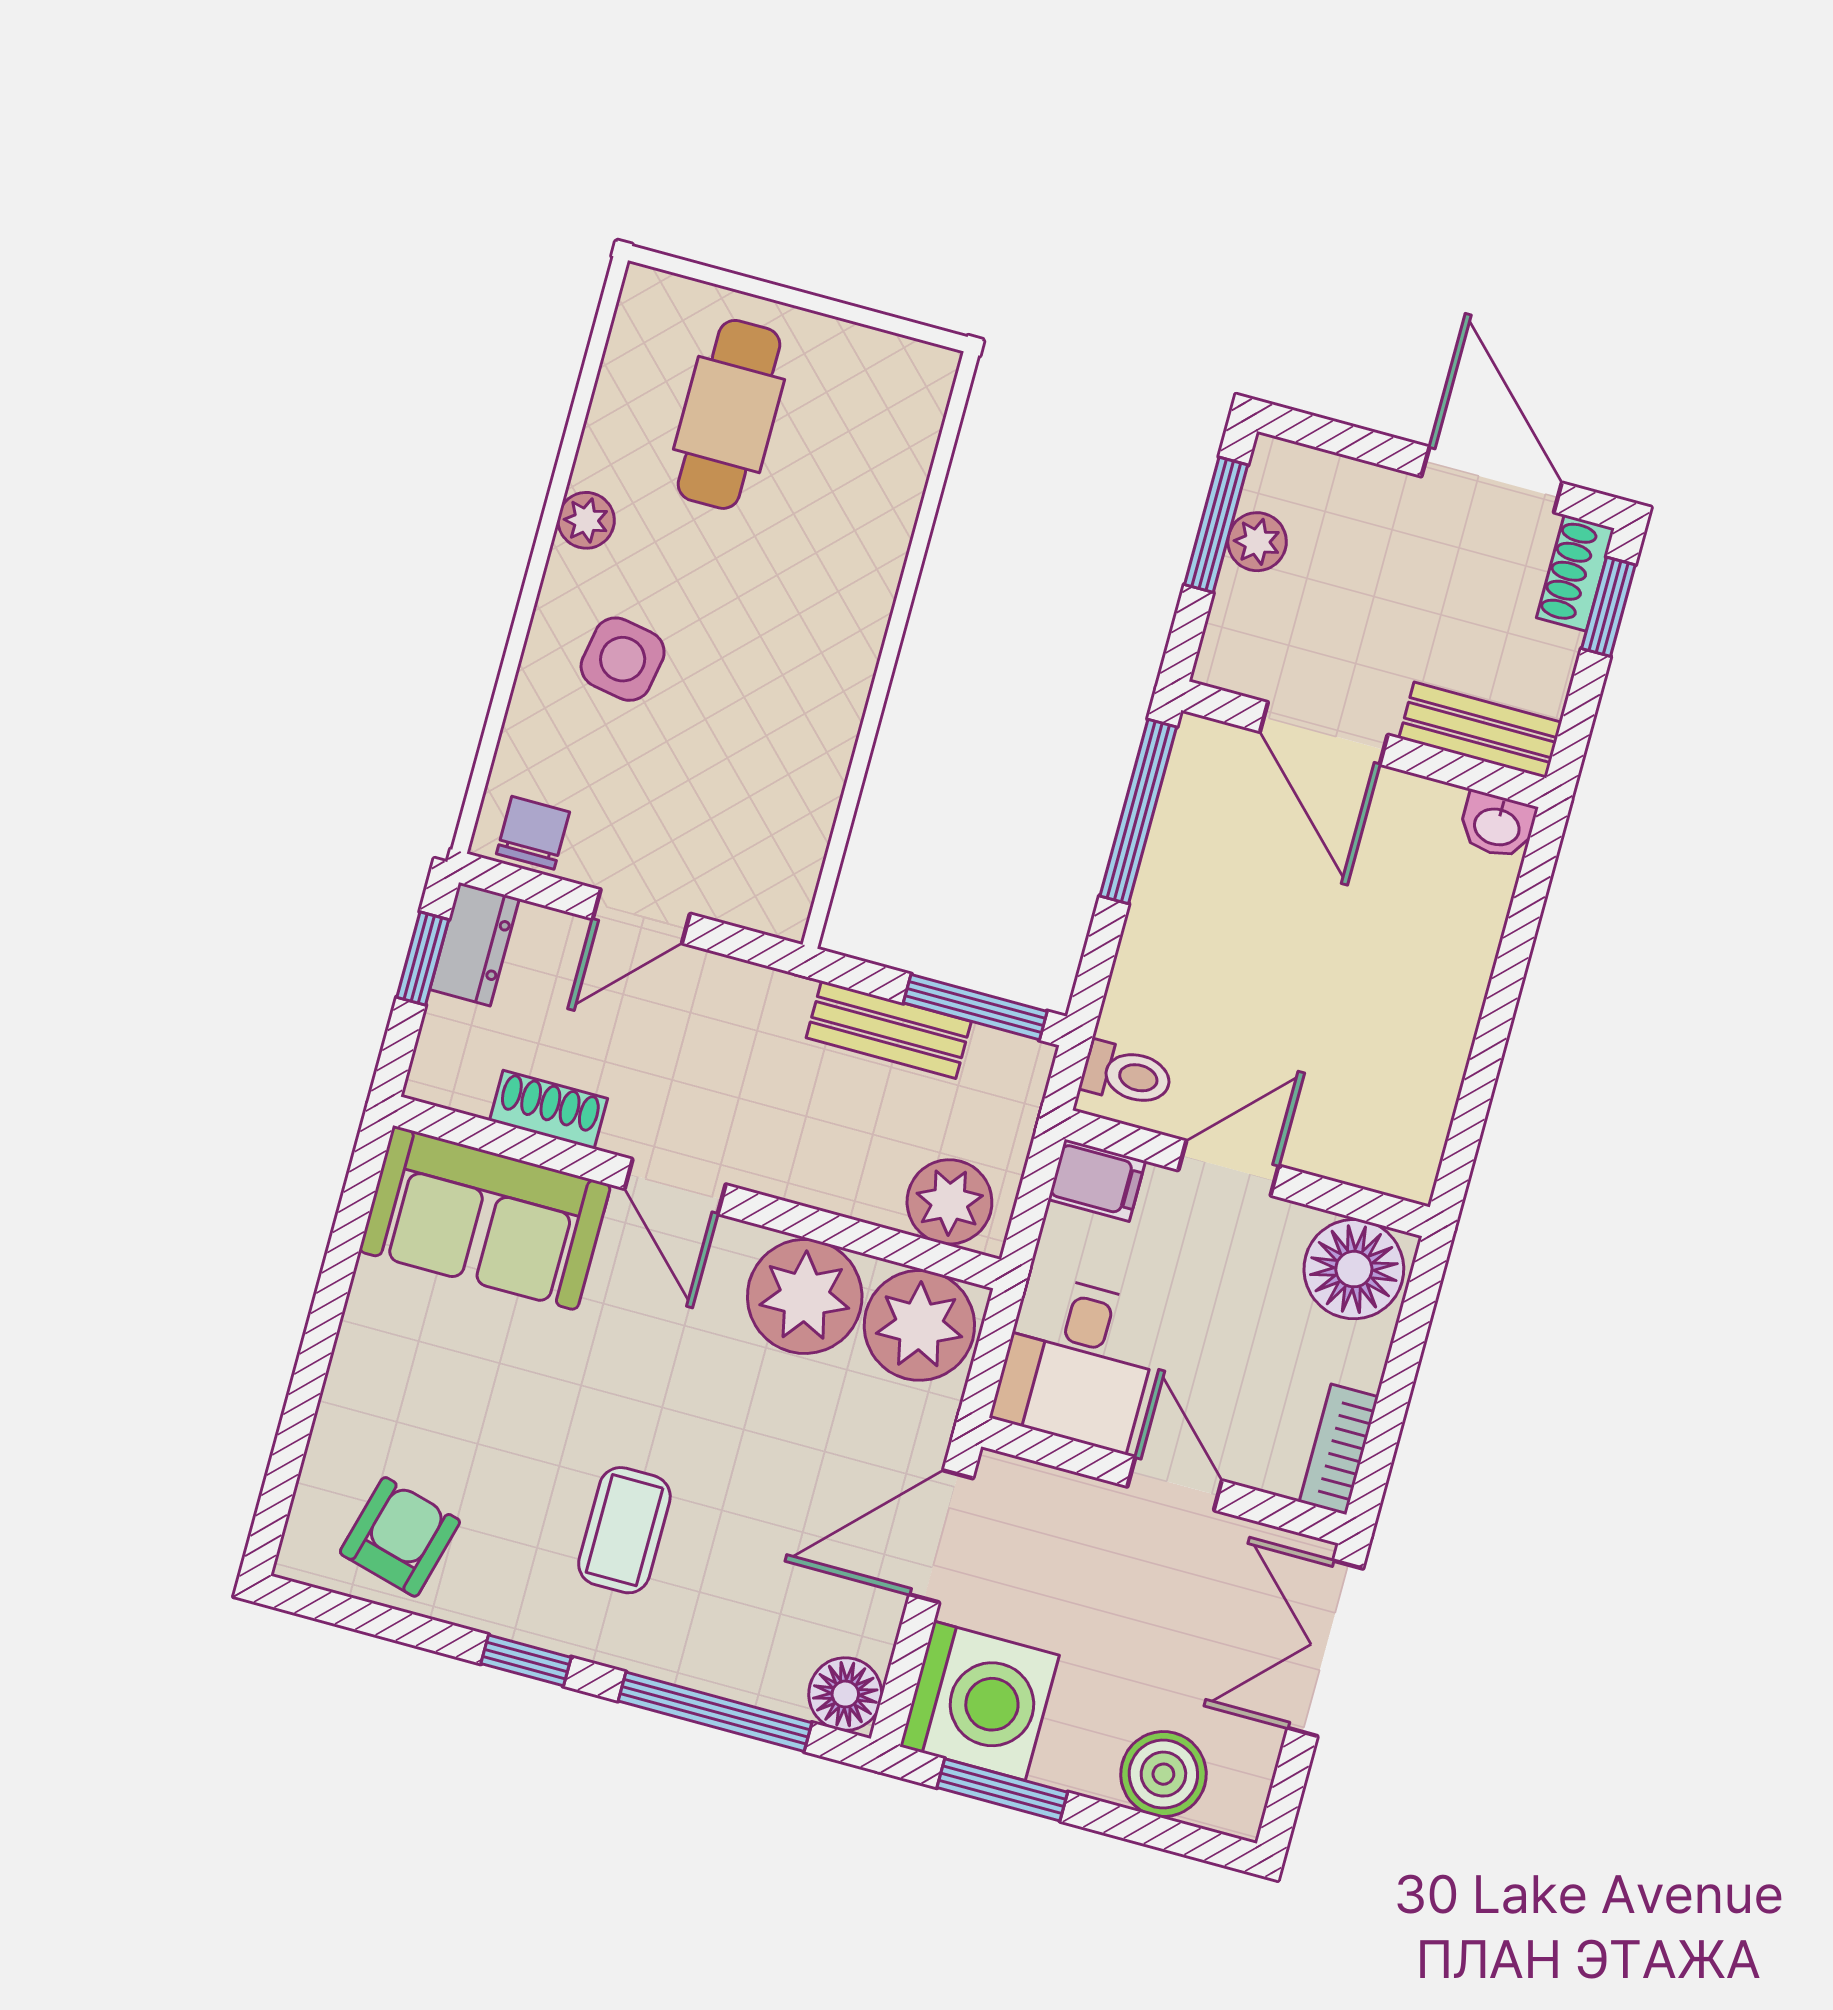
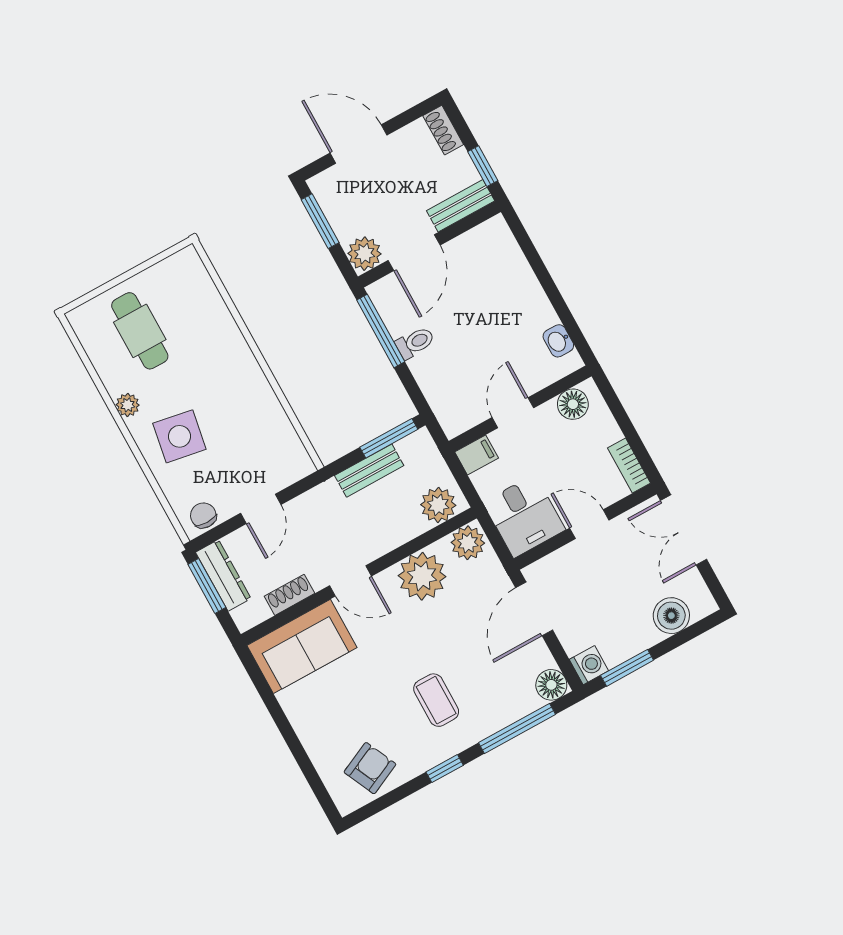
door: (1492, 480) -> (358, 144), moved
plant: (1257, 542) -> (364, 254), moved, width x1.38, depth x1.38
window: (1608, 607) -> (483, 166), moved
side table: (623, 659) -> (179, 436), width x1.37, depth x1.37
door: (1324, 733) -> (414, 253), hinge flipped
washbasin: (1497, 825) -> (558, 341), moved, turned 90
dresser: (474, 944) -> (223, 575), width x1.44
window: (423, 958) -> (207, 586), width x1.50
toilet: (1127, 1075) -> (415, 343), moved
floor lamp: (1354, 1269) -> (573, 404), width x0.73, depth x0.73
plant: (919, 1325) -> (468, 543), width x0.73, depth x0.73
armchair: (400, 1537) -> (370, 768), turned 50
washing machine: (979, 1701) -> (589, 665), width x0.53, depth x0.53

